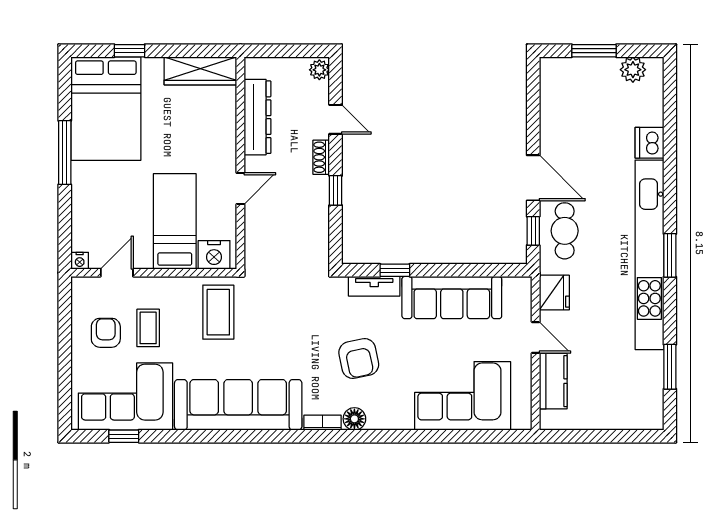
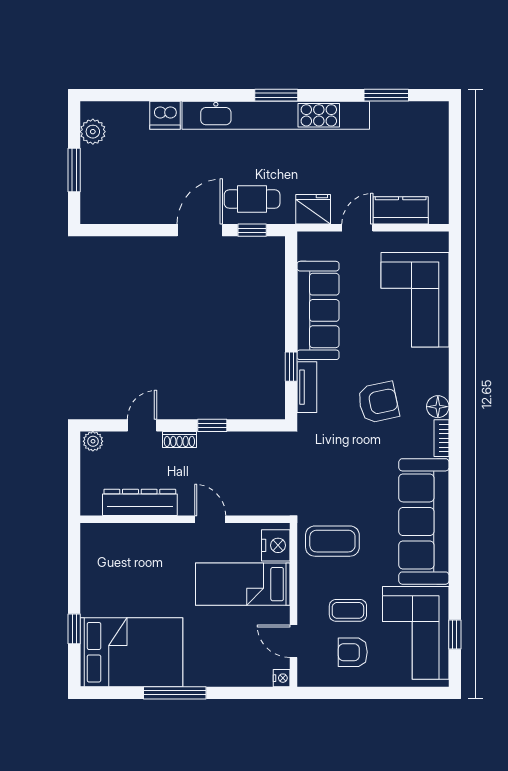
wardrobe: (200, 71) -> (94, 559), removed

